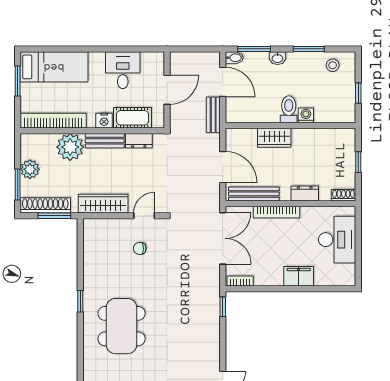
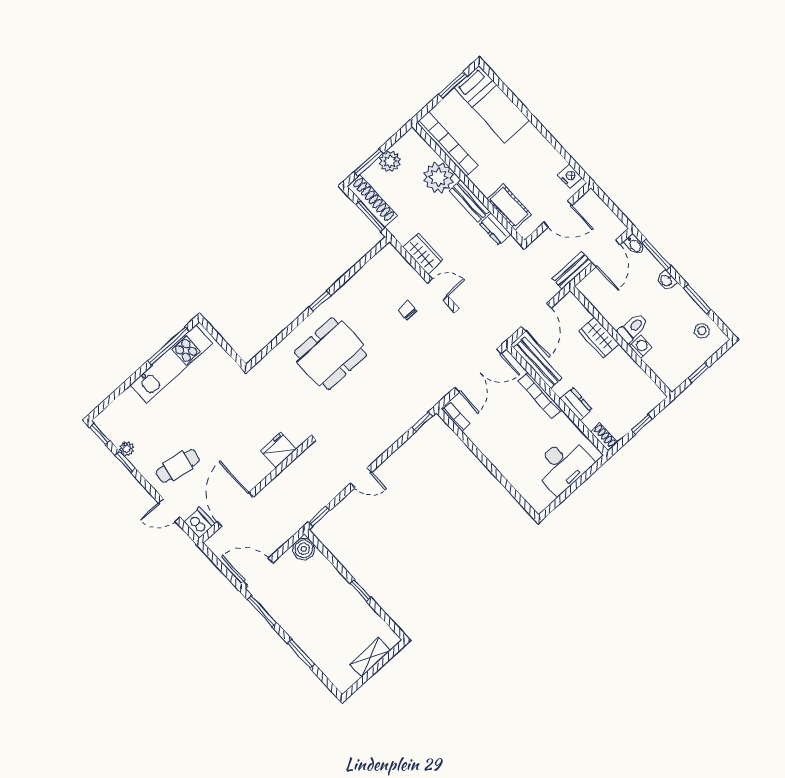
desk: (123, 70) -> (541, 163), removed
nightstand: (104, 121) -> (570, 176), moved, turned 180
wardrobe: (103, 204) -> (423, 254), width x0.67
filing cabinet: (299, 276) -> (504, 461), removed

